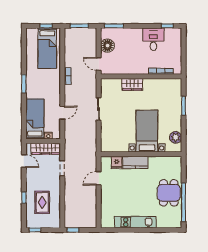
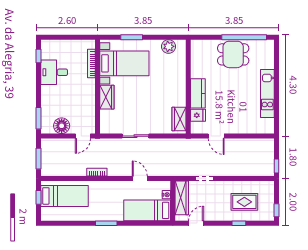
bed with nightstands: (147, 131) -> (124, 63), moved, turned 180
wardrobe: (113, 146) -> (179, 119), added

